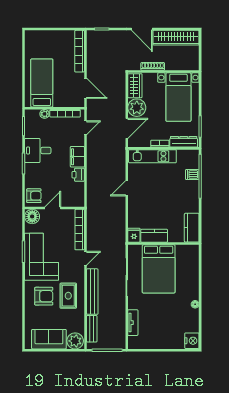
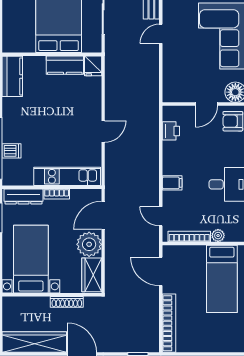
door: (85, 128) -> (161, 216), hinge flipped
filing cabinet: (77, 157) -> (172, 183), width x0.50
printer: (78, 175) -> (171, 131), moved
bookcase: (80, 230) -> (169, 74), removed

